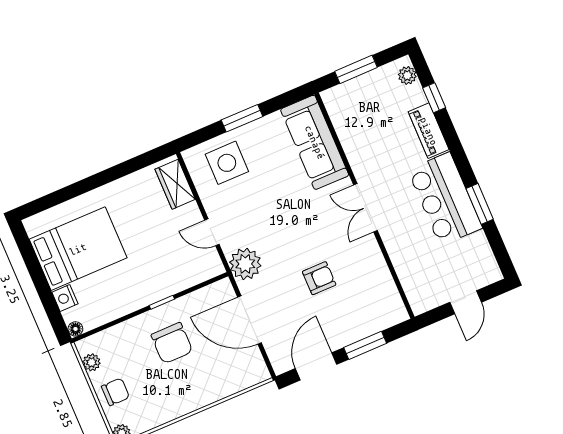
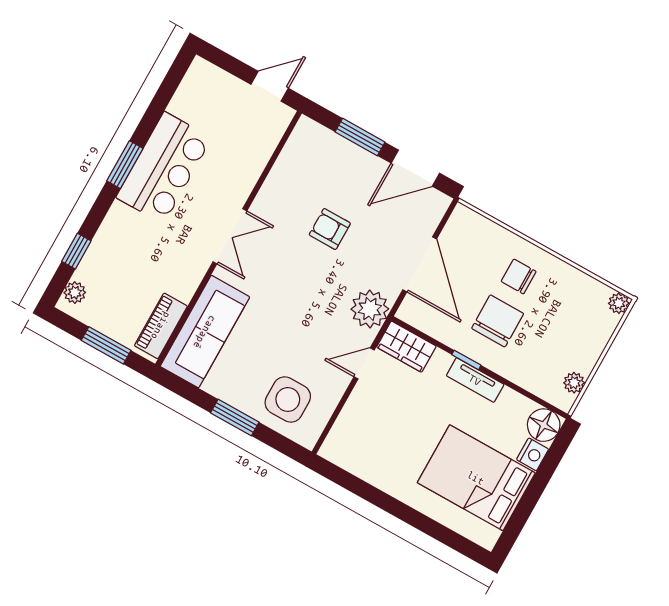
piano: (429, 131) -> (161, 326), moved, turned 180
wardrobe: (175, 184) -> (406, 347), moved, turned 90
window: (480, 204) -> (125, 165), moved
door: (212, 232) -> (364, 363), swing flipped
tv unit: (144, 298) -> (475, 380), added
door: (466, 302) -> (270, 86), moved
floor lamp: (75, 329) -> (544, 425), width x1.89, depth x1.89
chair: (115, 392) -> (519, 276), moved

